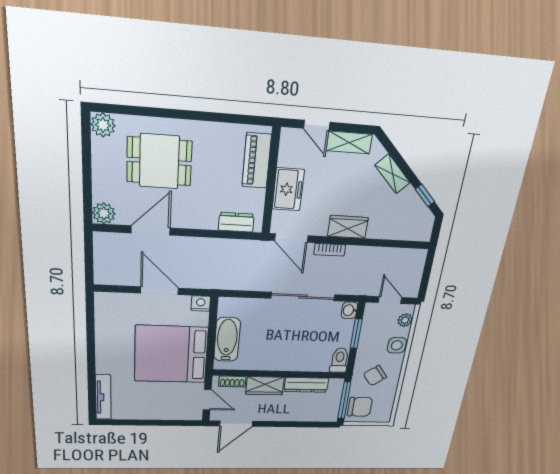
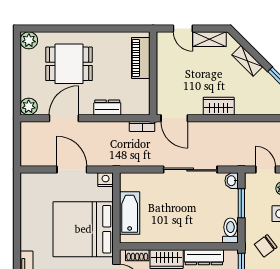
freezer: (288, 189) -> (167, 78), removed
dresser: (236, 222) -> (107, 107), moved
bookcase: (330, 250) -> (142, 126), moved

